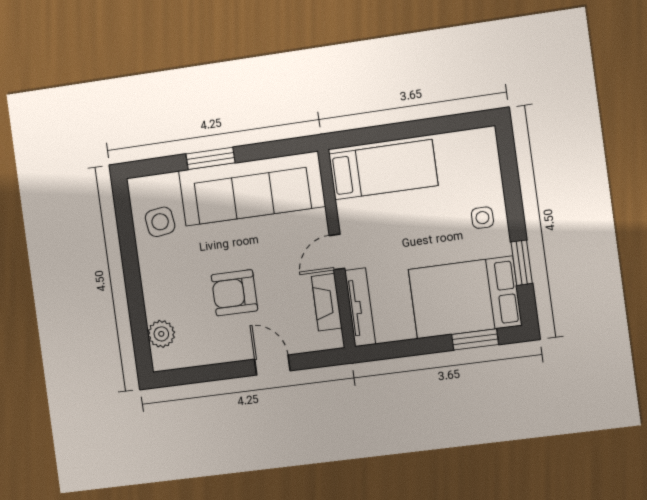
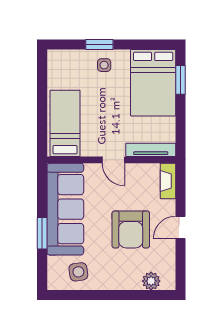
window: (522, 263) -> (99, 44), moved
armchair: (234, 293) -> (131, 230), width x1.36, depth x1.36
fireplace: (327, 302) -> (168, 181), moved, turned 90
door: (272, 365) -> (181, 227), moved

